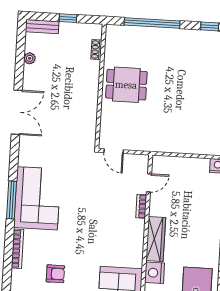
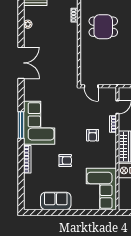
dining table: (126, 85) -> (103, 27), moved
armchair: (112, 220) -> (93, 135), added
armchair: (55, 274) -> (65, 161), moved

